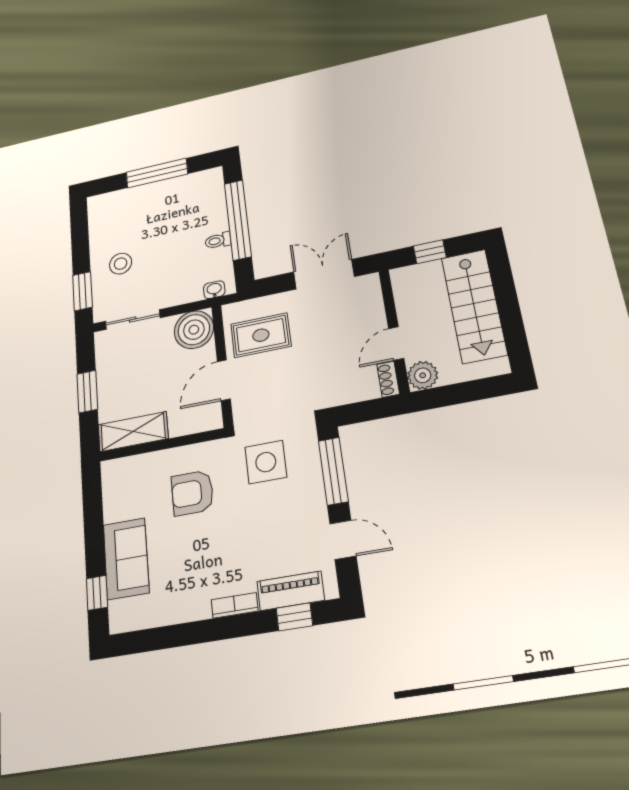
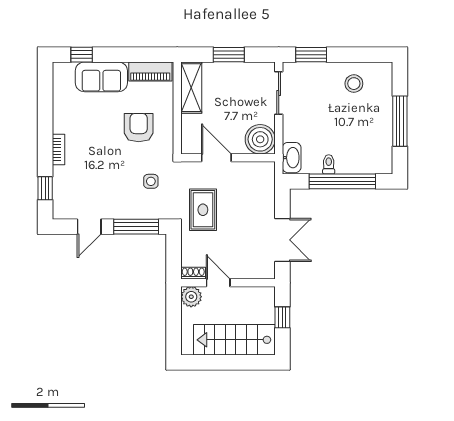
stool: (121, 264) -> (354, 84), moved
washbasin: (214, 290) -> (292, 158), width x1.91, depth x1.45
rug: (261, 335) -> (203, 210), moved
side table: (266, 462) -> (151, 181), width x0.54, depth x0.54
piano: (291, 591) -> (150, 71), moved, turned 90

